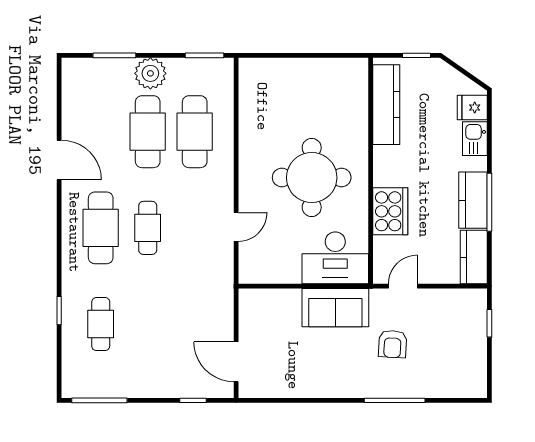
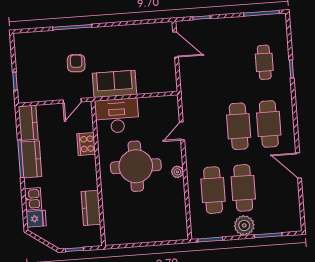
kitchen counter: (386, 105) -> (91, 208), width x0.67
plant: (248, 164) -> (177, 172), added
cooker: (390, 211) -> (86, 144), width x0.73, depth x0.76
cafe table: (148, 228) -> (239, 126), width x1.37, depth x1.35

